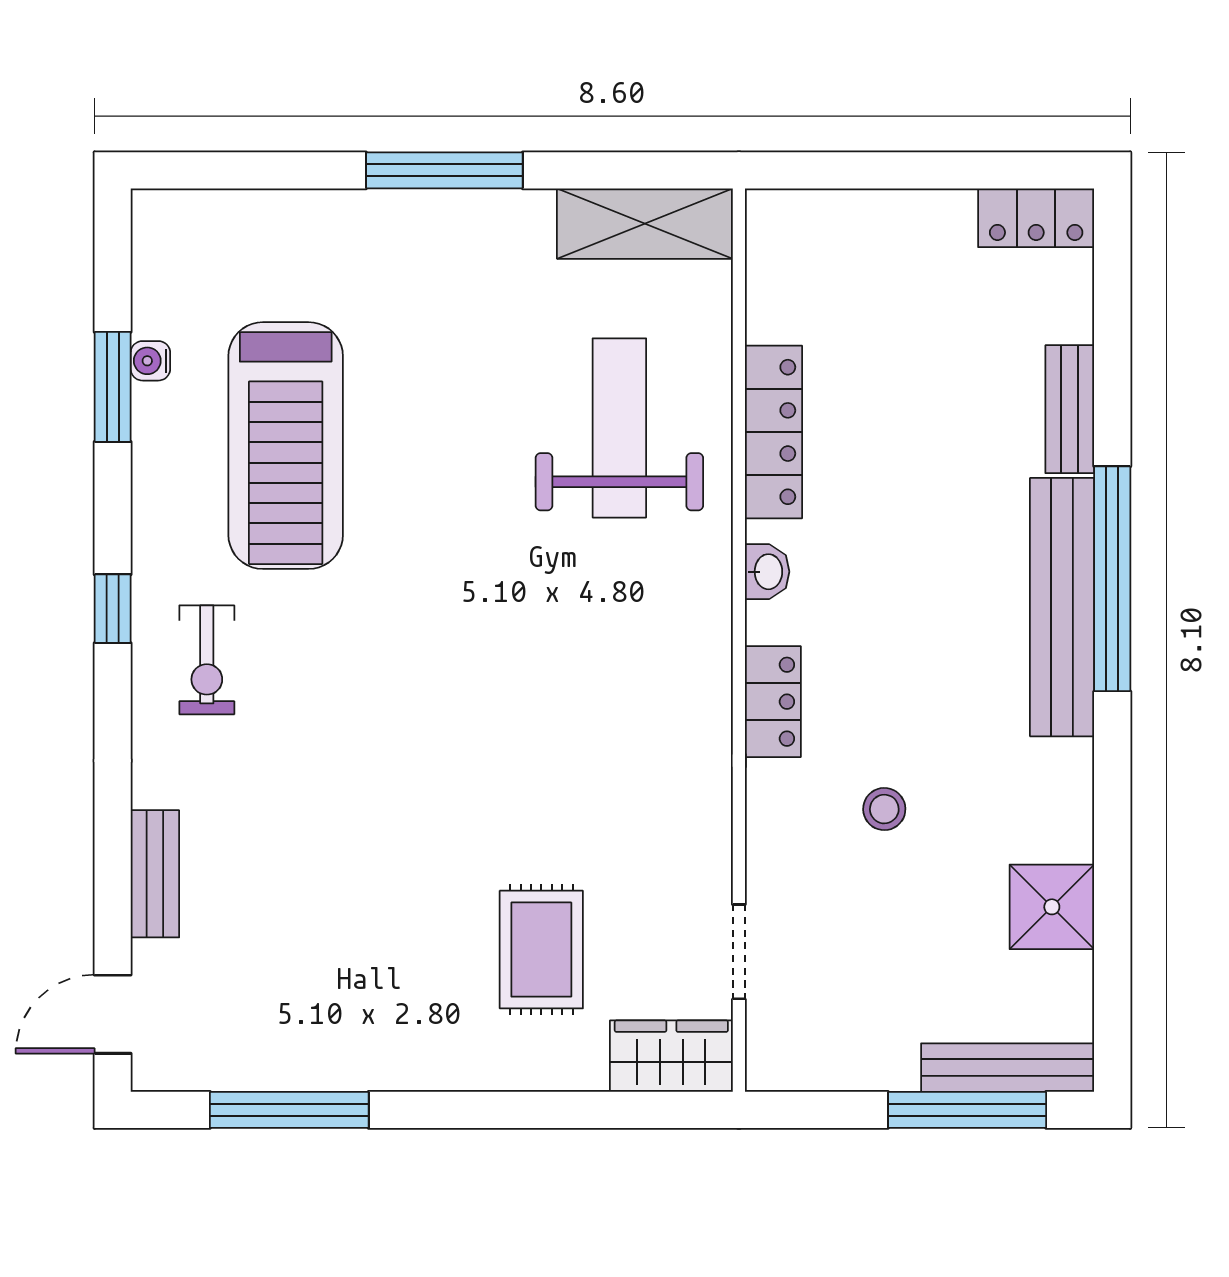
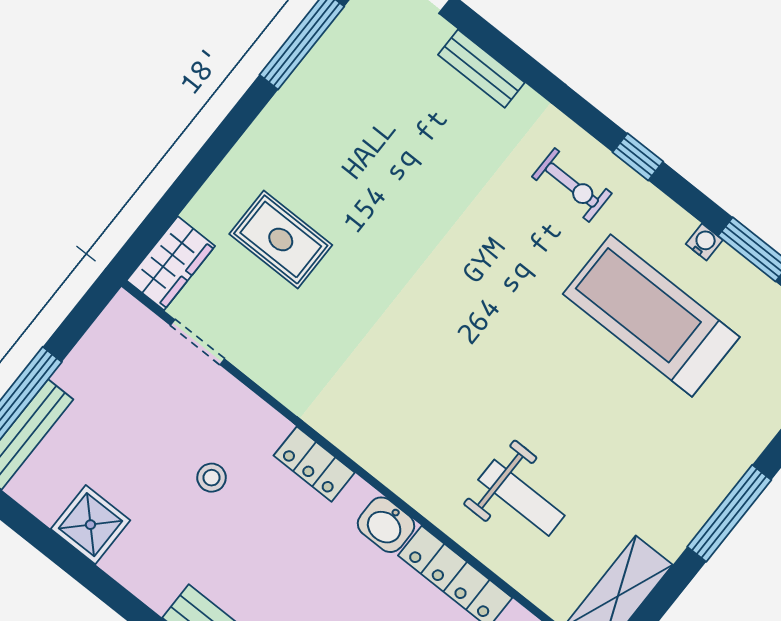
water cooler: (150, 361) -> (704, 242), moved
weight bench: (619, 428) -> (521, 498), width x0.73, depth x0.75
washbasin: (767, 572) -> (386, 525), width x1.38, depth x1.45
exercise bike: (207, 660) -> (572, 185), turned 180

